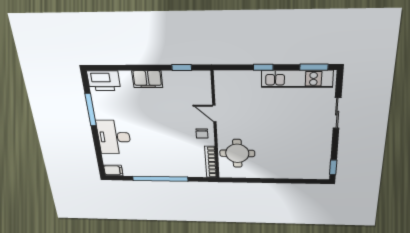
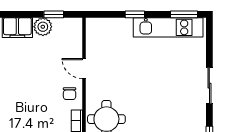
plant: (172, 78) -> (43, 27), added
sliding door: (337, 113) -> (209, 86), moved

